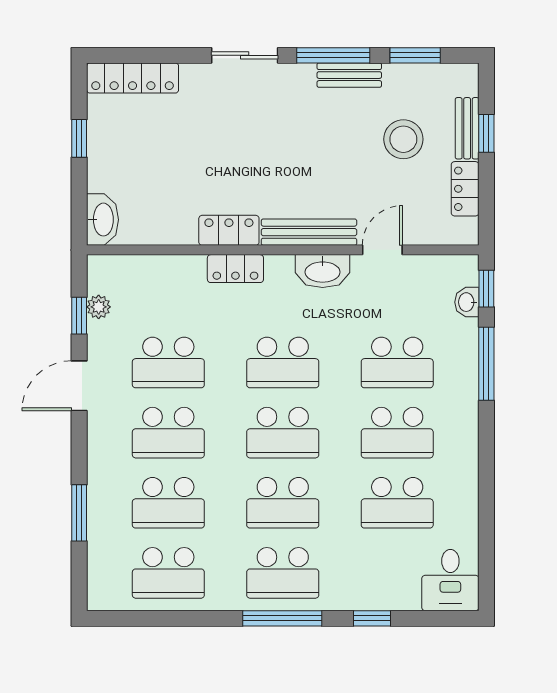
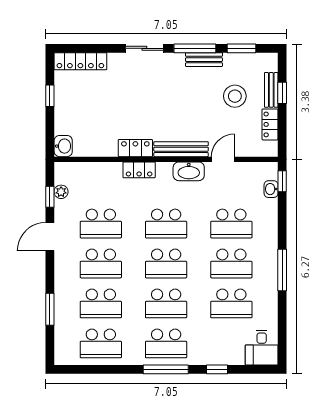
washbasin: (102, 220) -> (63, 146), width x0.72
window: (486, 364) -> (282, 270), moved

